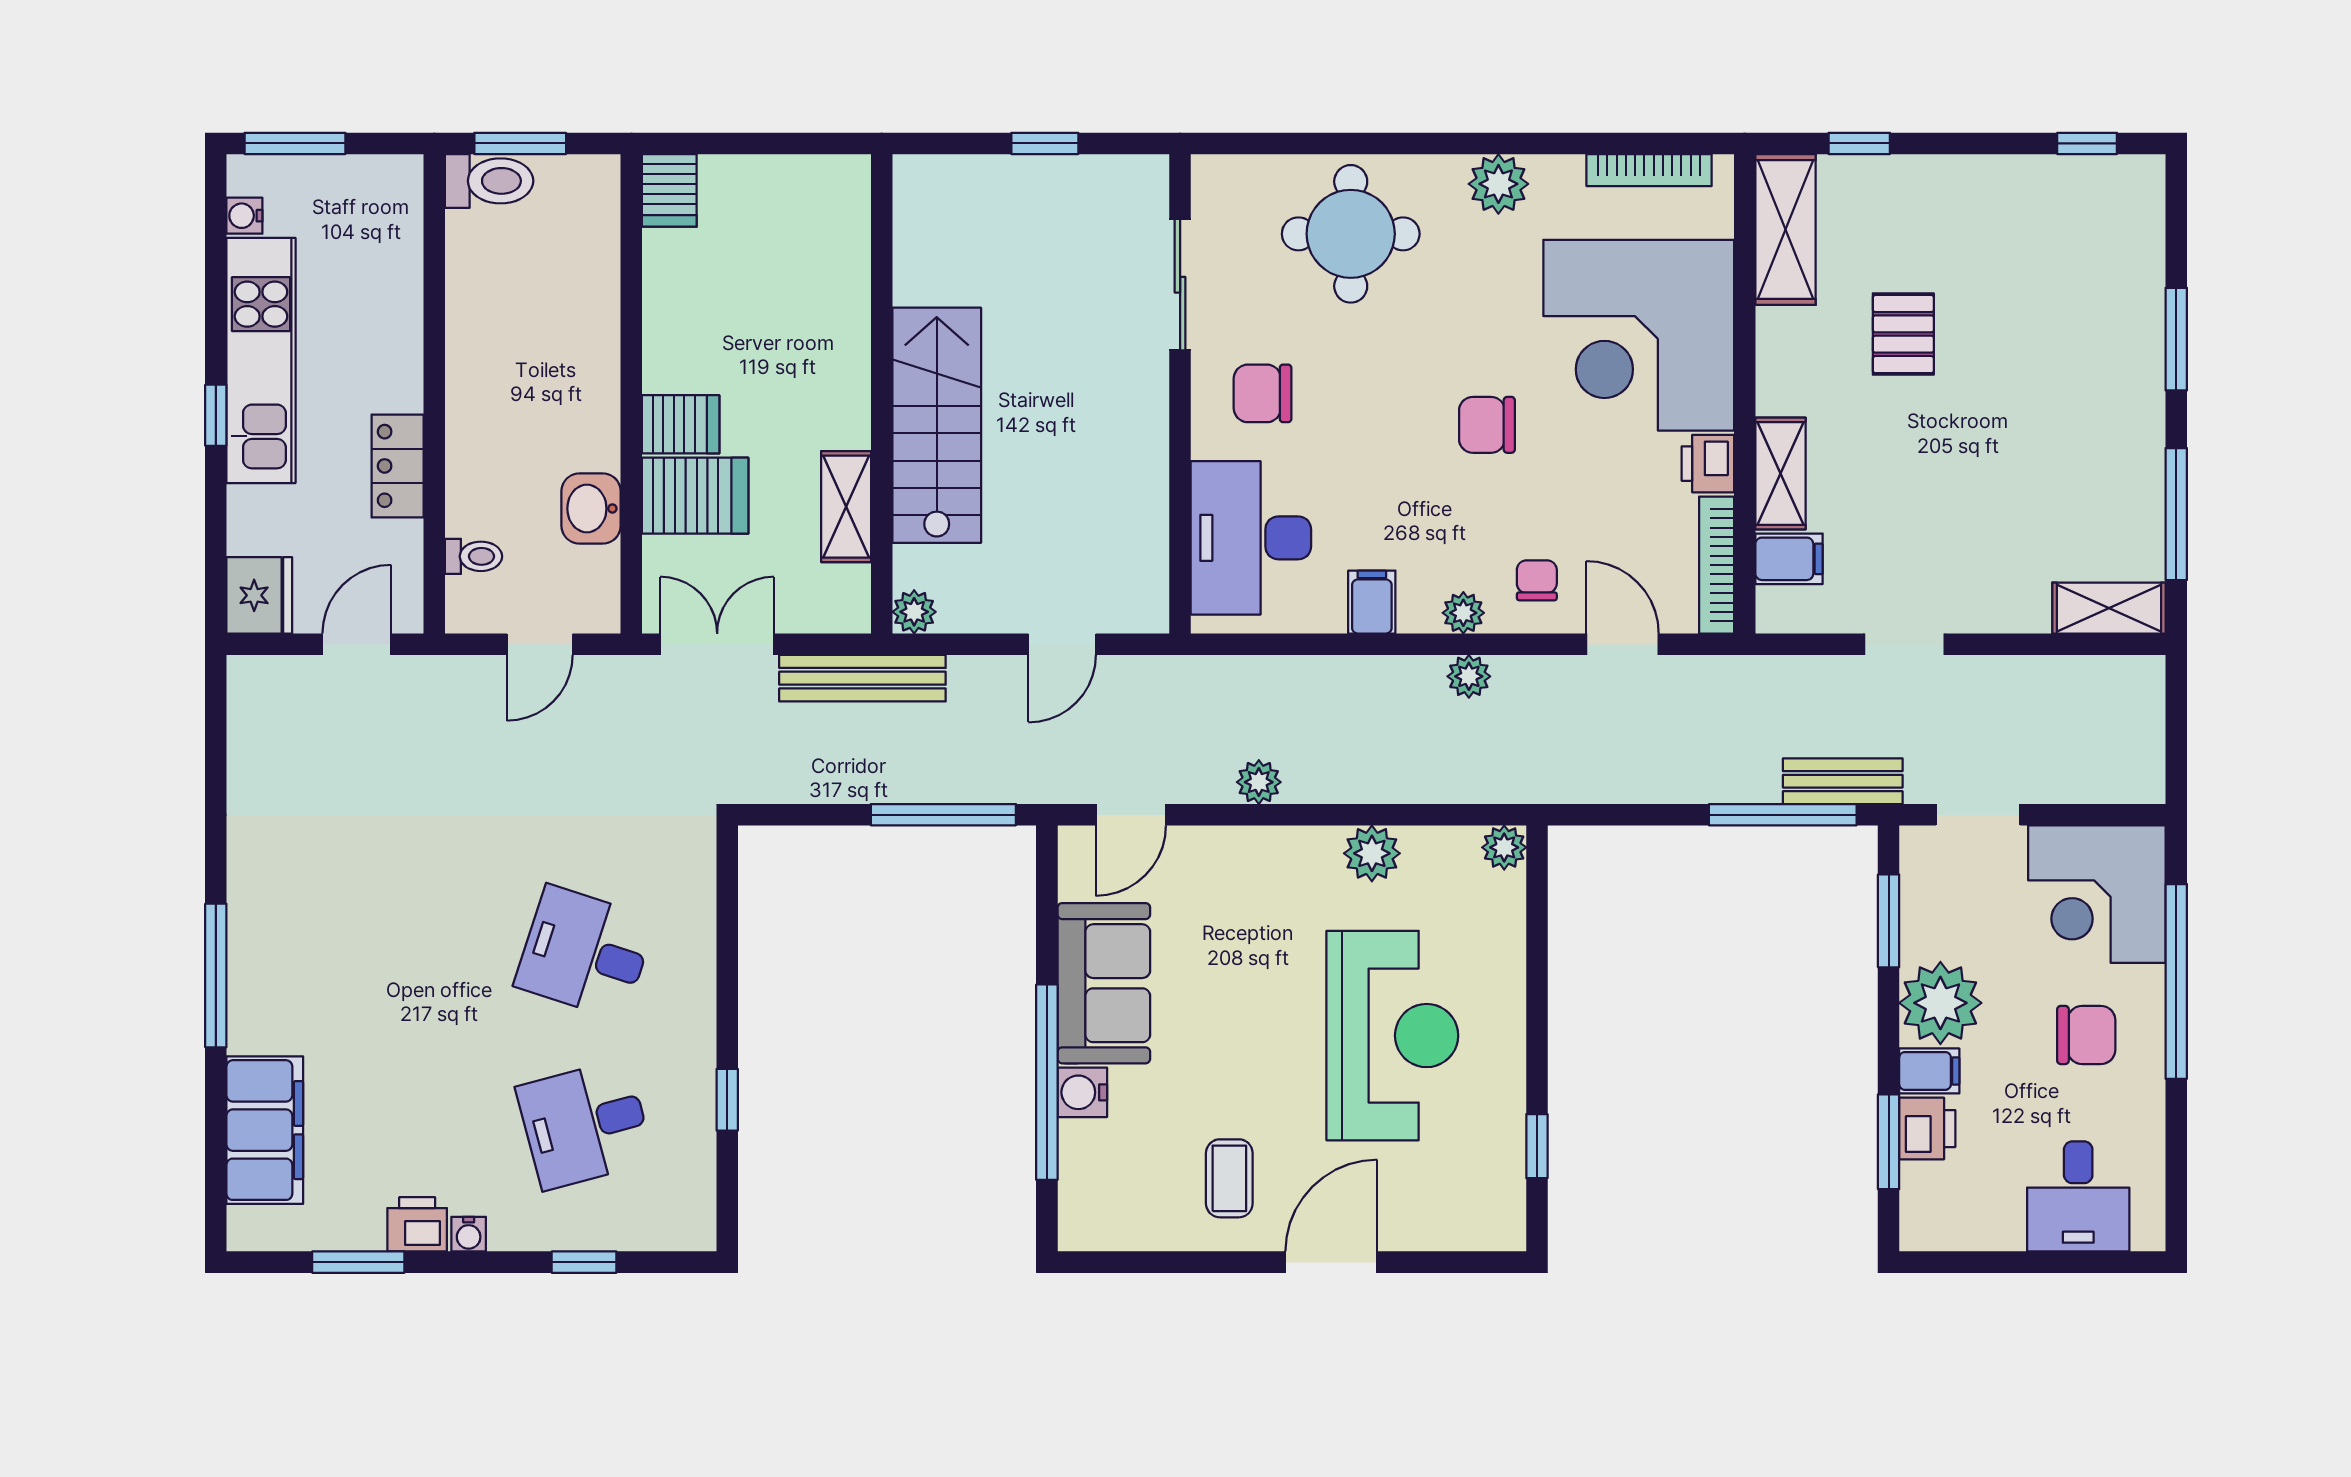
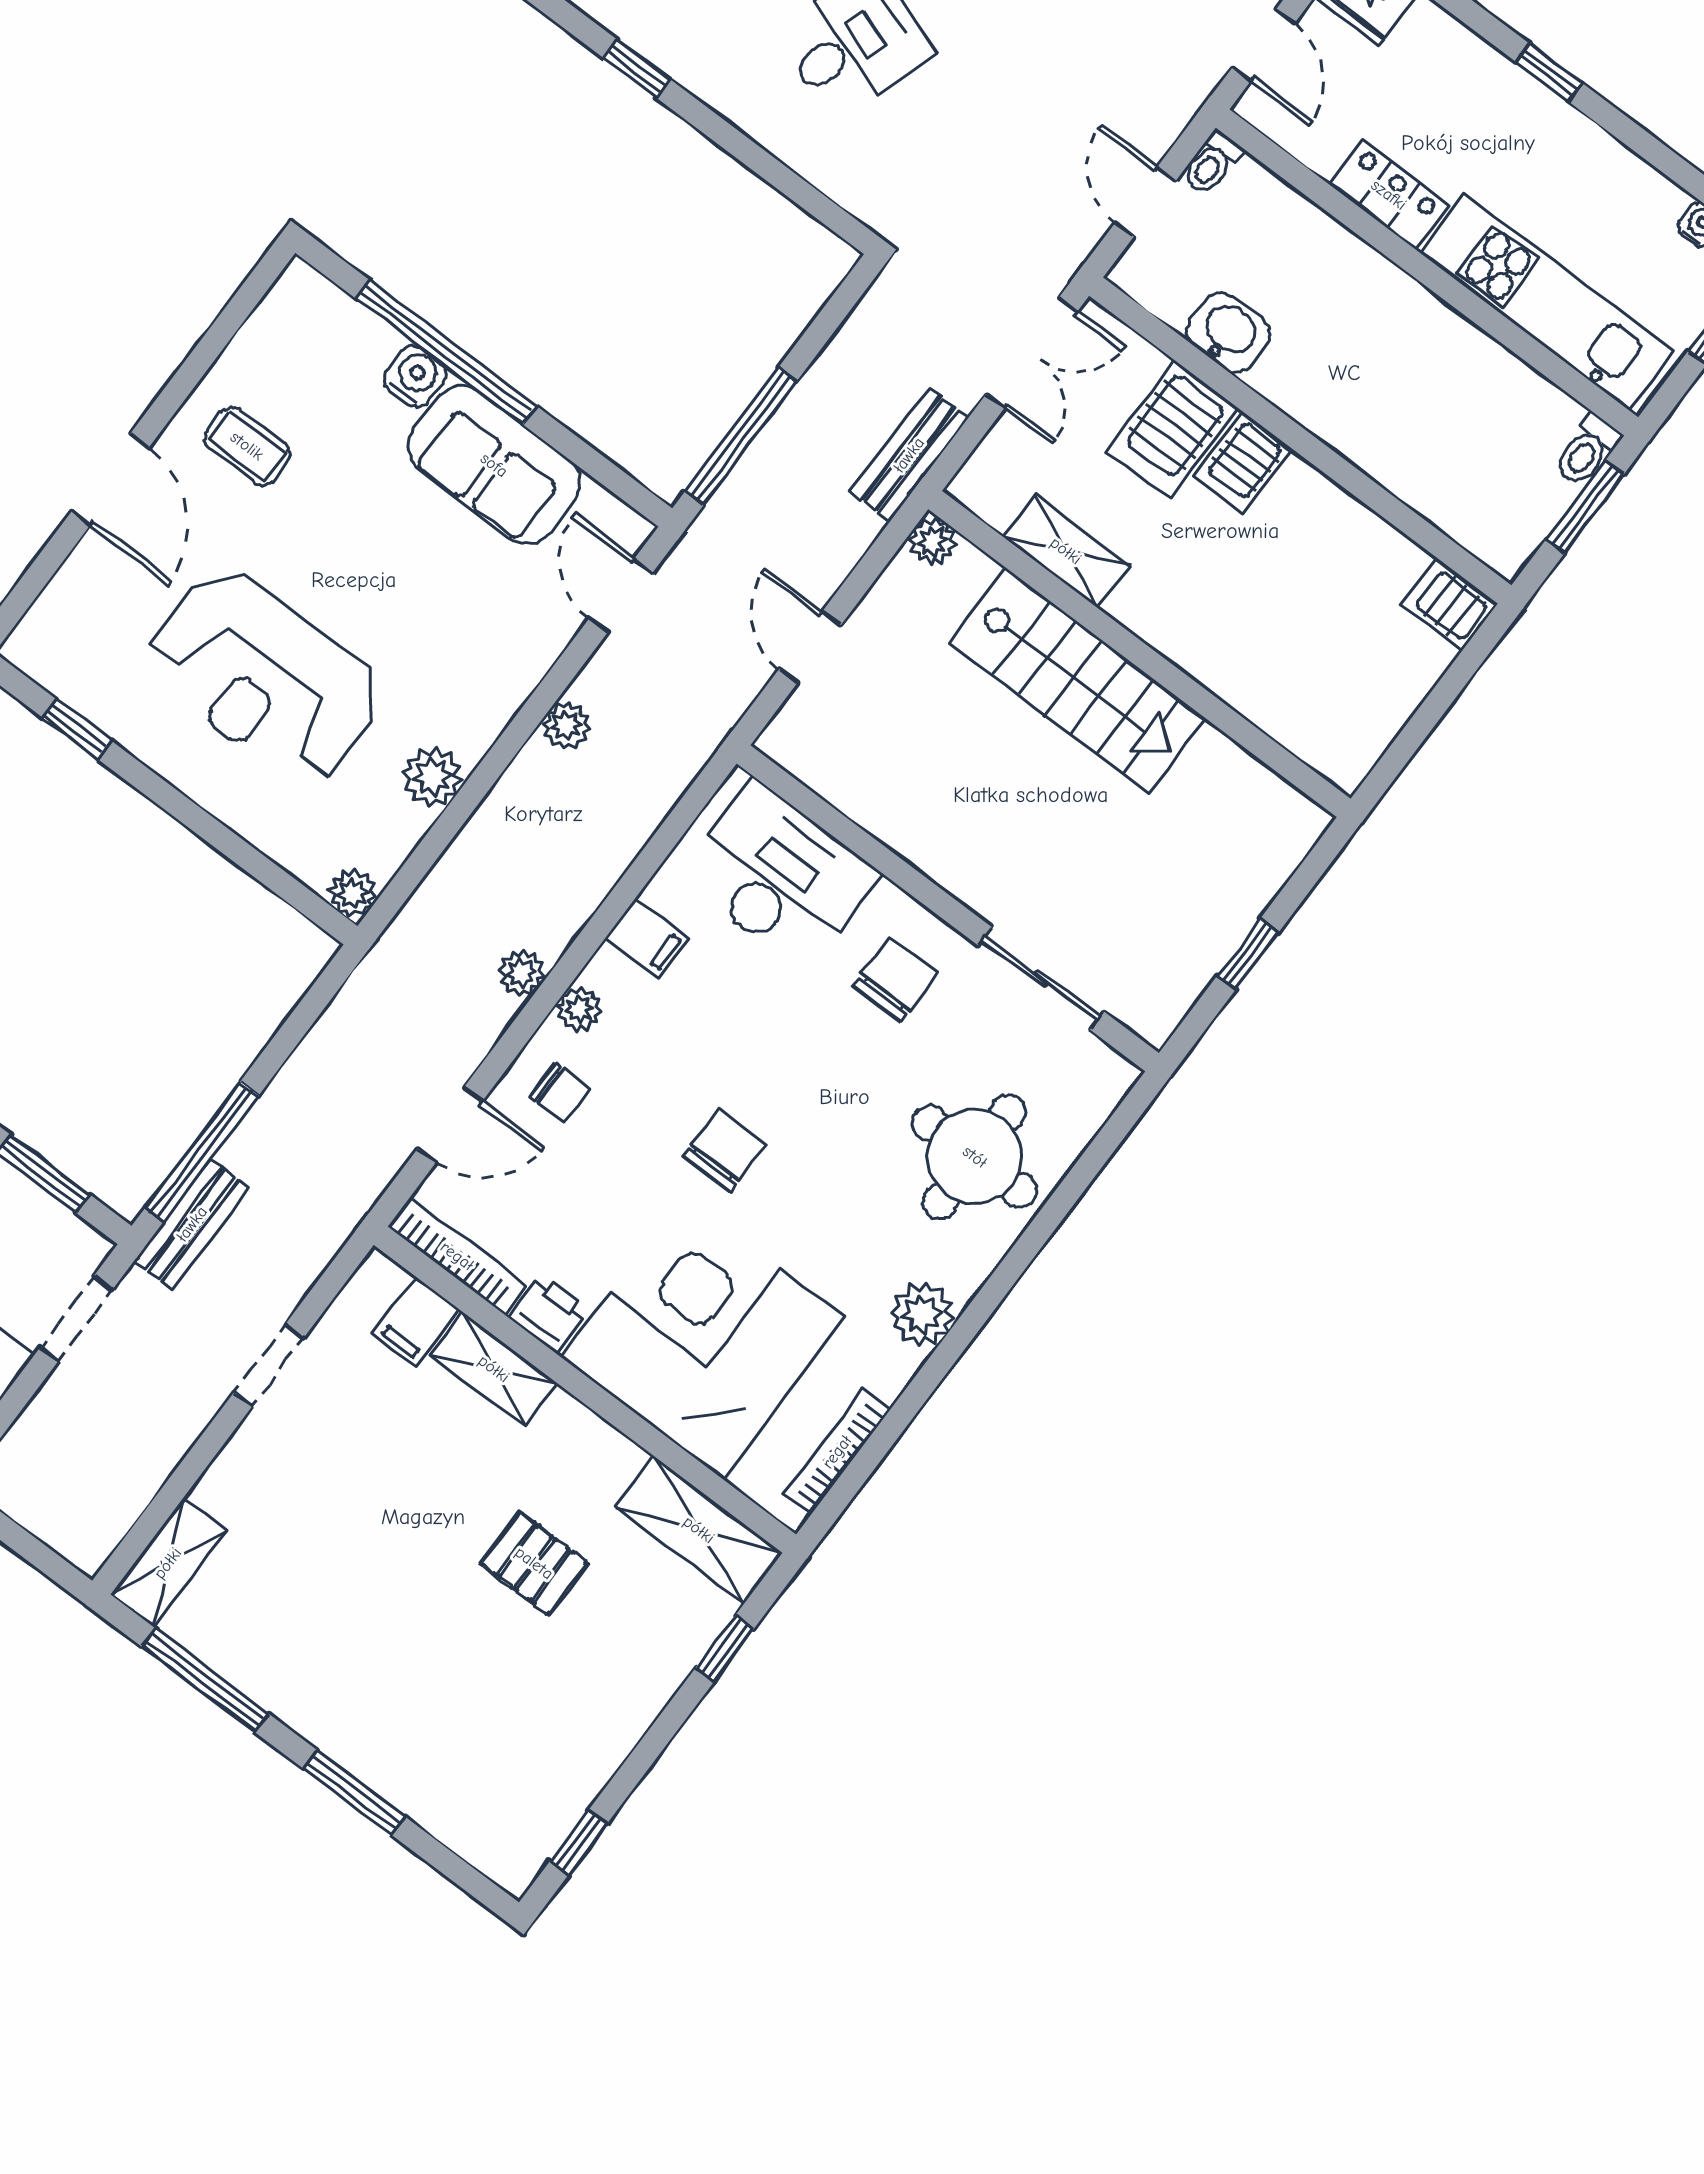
toilet: (489, 181) -> (1587, 450), width x0.73, depth x0.72
kitchen unit: (261, 361) -> (1546, 302), moved, turned 180
toilet: (473, 556) -> (1212, 163), moved
bench: (862, 678) -> (909, 455), width x0.73

